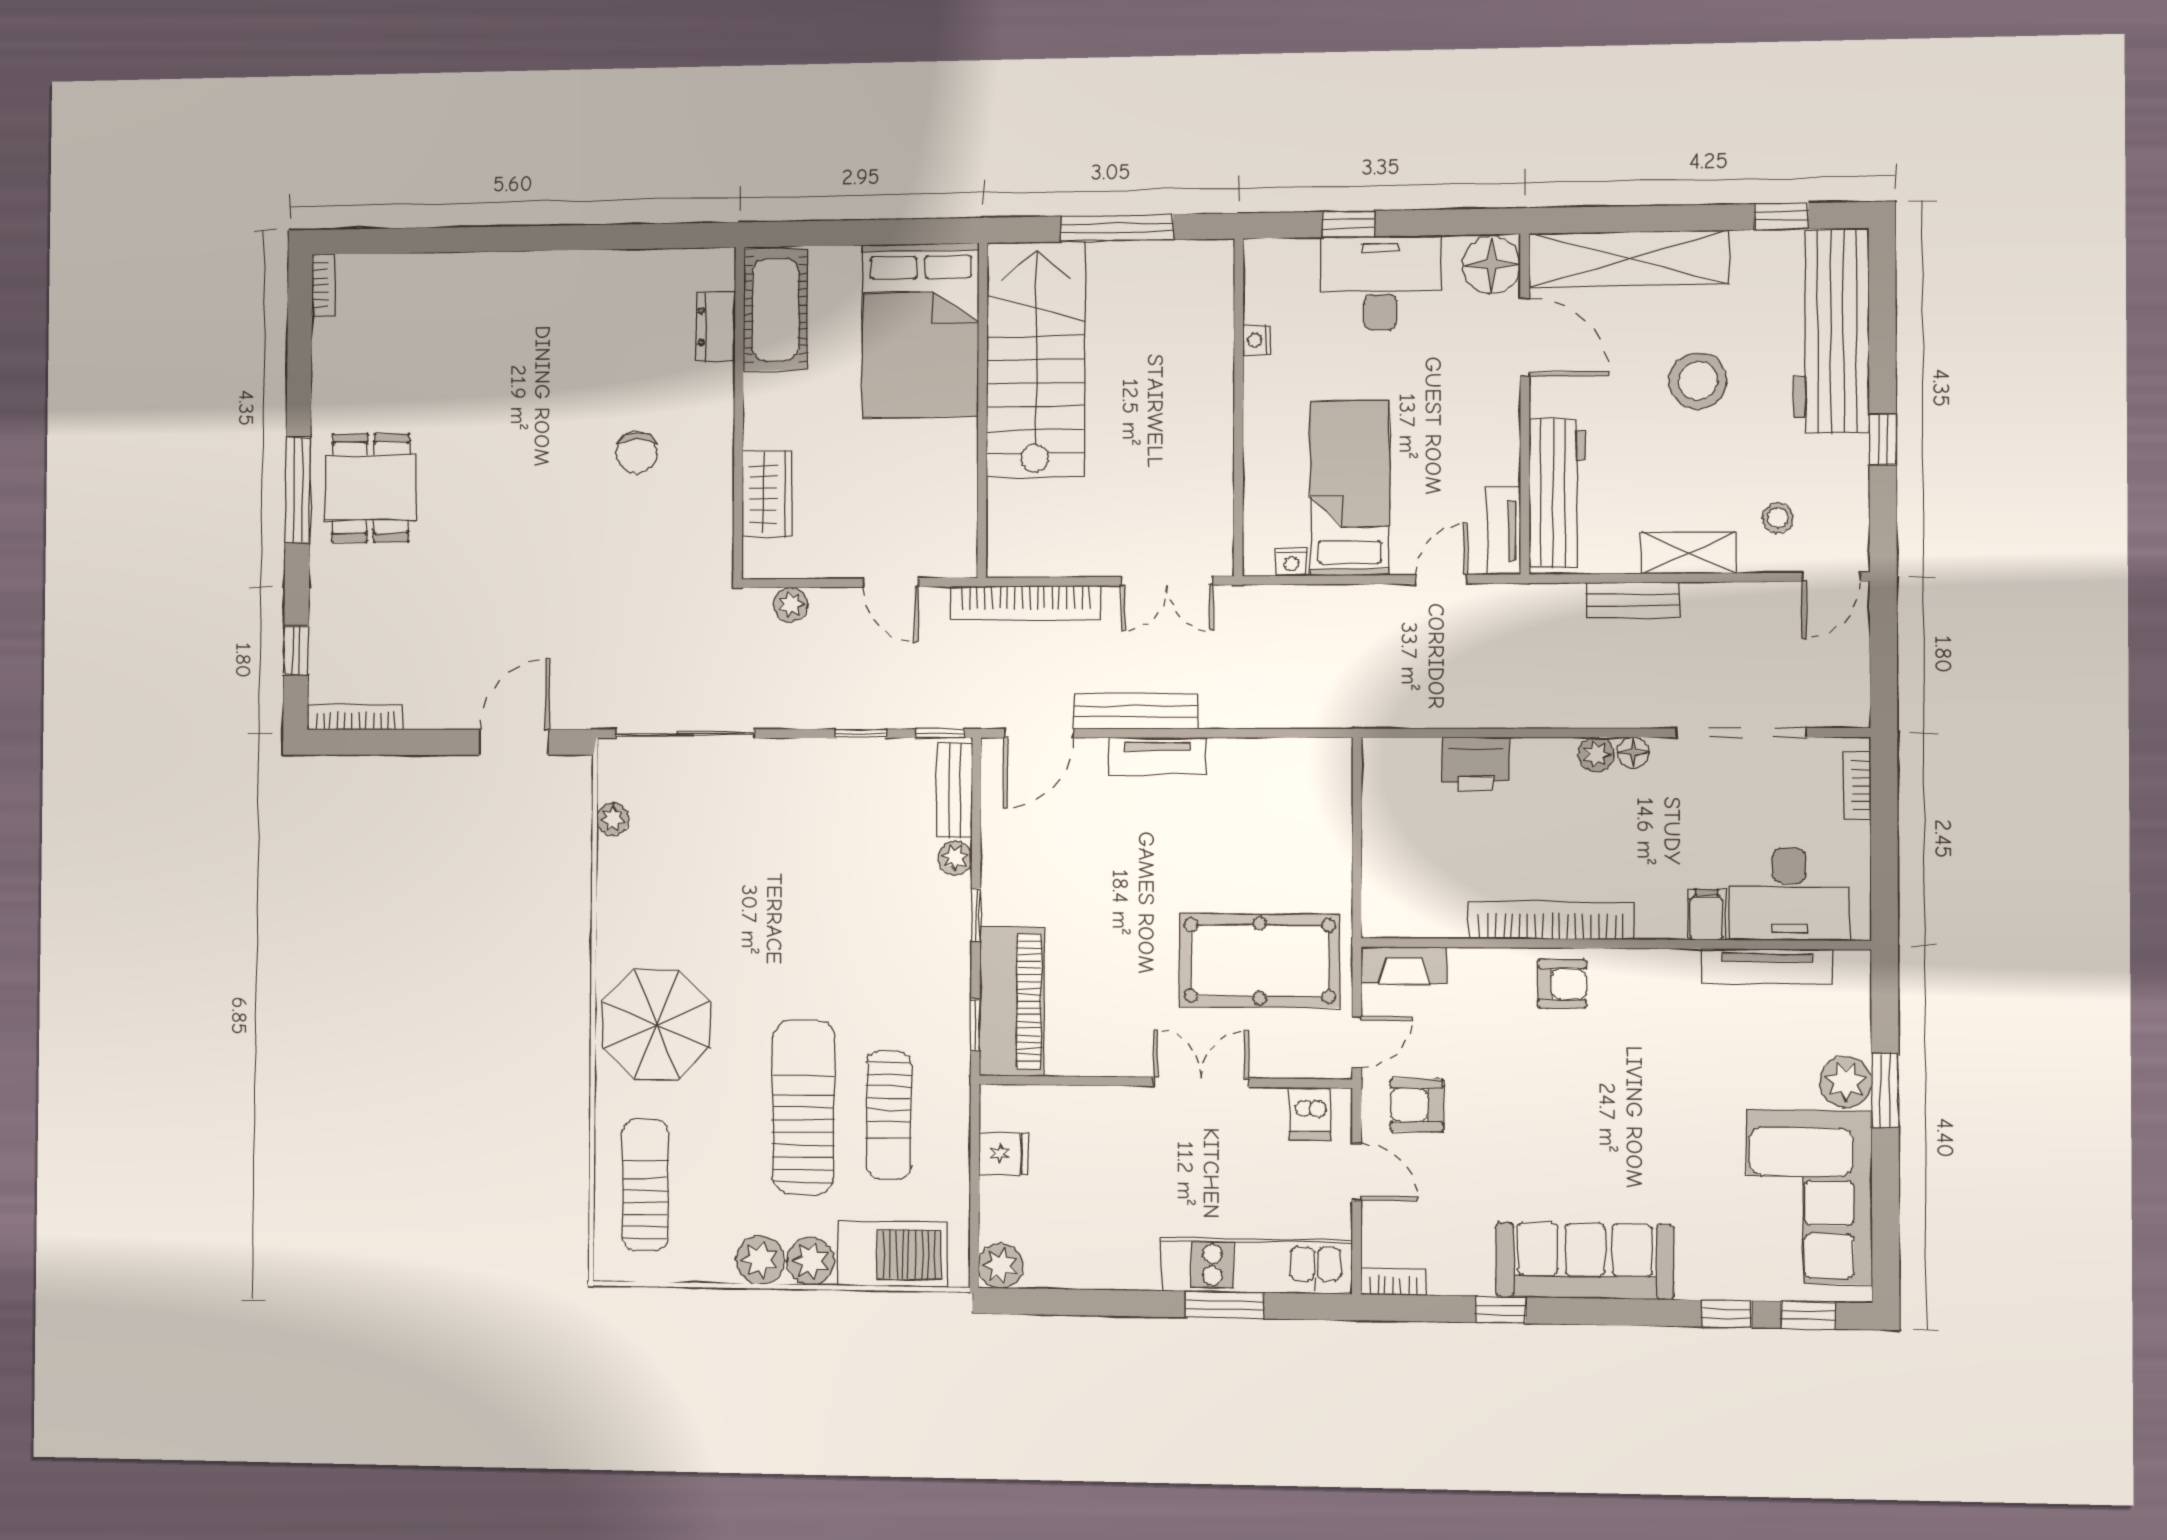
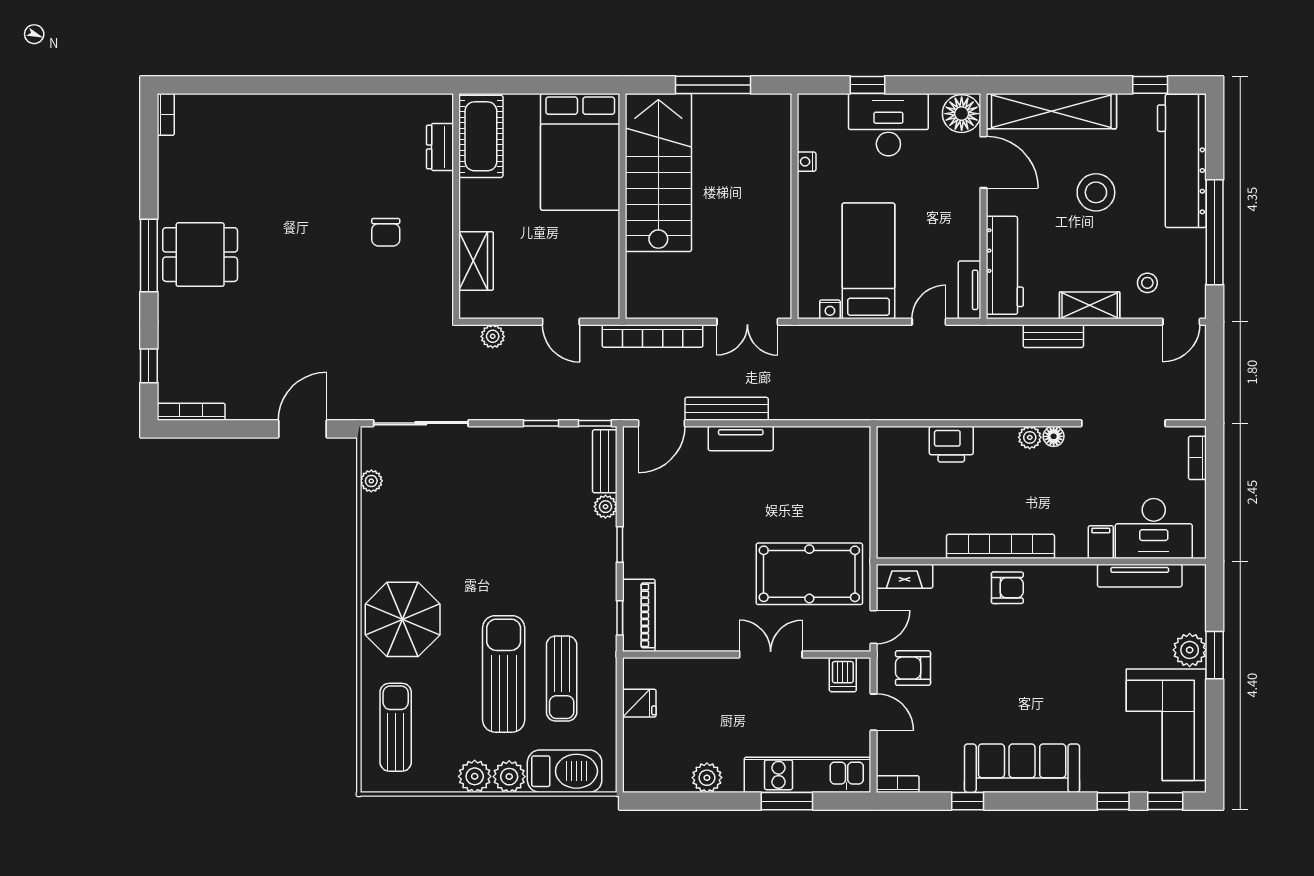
window: (1883, 440) -> (1215, 232), width x3.17
dining table: (371, 488) -> (200, 255), turned 90
piano: (1012, 1001) -> (639, 615), width x0.73, depth x0.75
plant: (1001, 1266) -> (707, 778), moved

